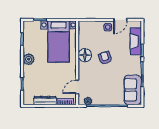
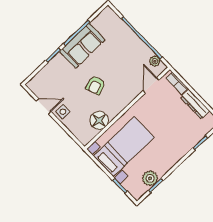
fireplace: (136, 41) -> (50, 71), removed
floor lamp: (85, 55) -> (99, 120), moved
plant: (29, 59) -> (150, 178), moved
door: (77, 87) -> (151, 85), swing flipped
sofa: (133, 90) -> (82, 46), moved

